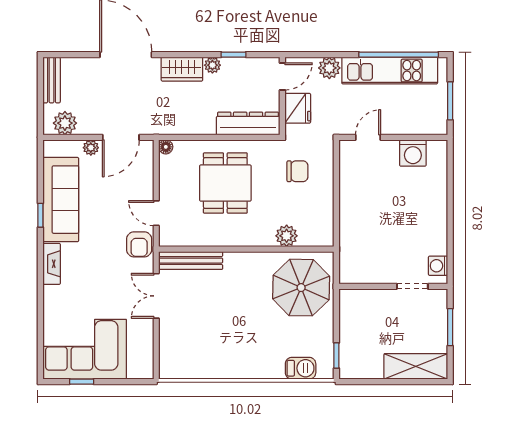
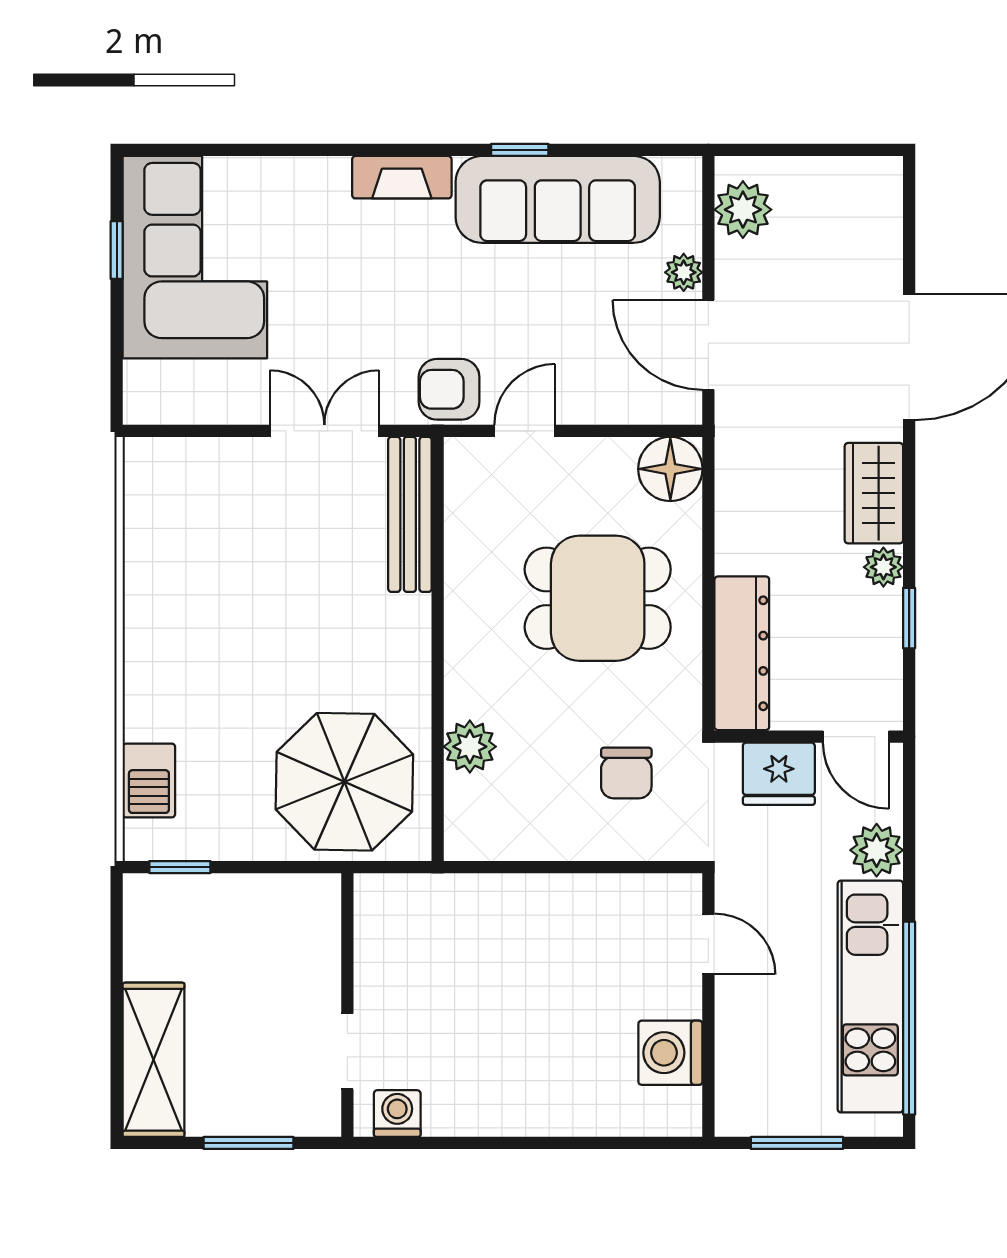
bench: (52, 80) -> (847, 177), removed
floor lamp: (166, 147) -> (670, 469), width x1.89, depth x1.89

